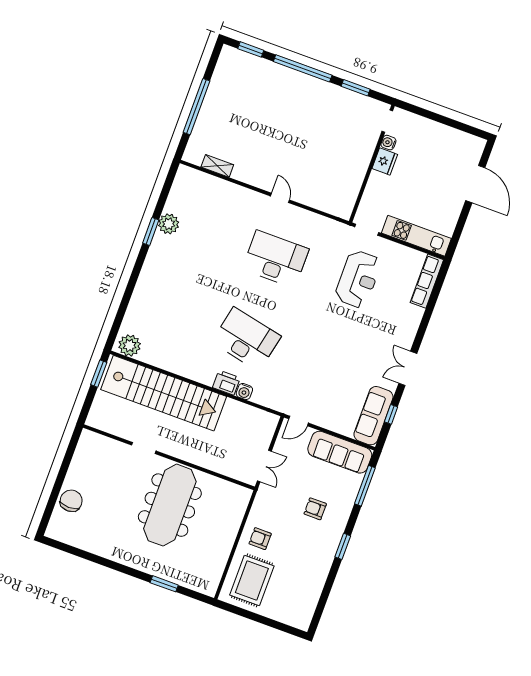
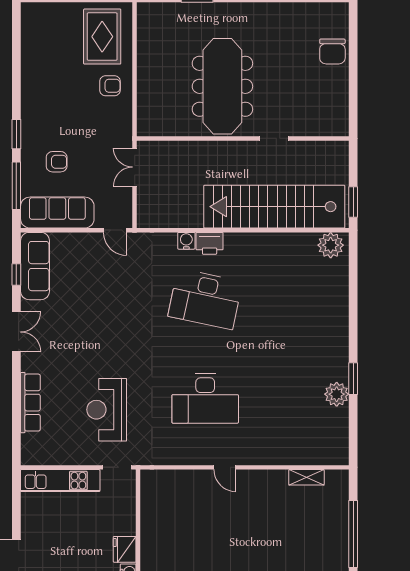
row of seats: (427, 281) -> (30, 403), moved
door: (299, 421) -> (115, 230), swing flipped
armchair: (315, 509) -> (57, 162), moved
window: (343, 546) -> (16, 134), moved

